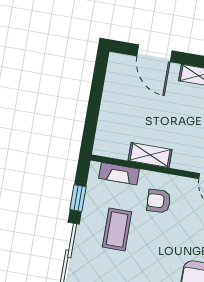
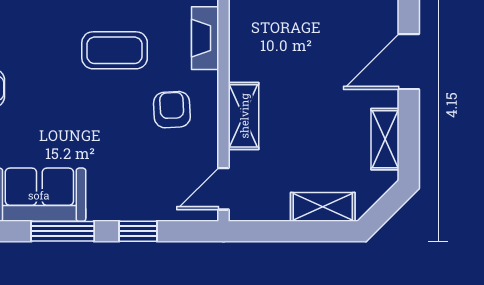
shelving: (150, 155) -> (244, 116), moved

